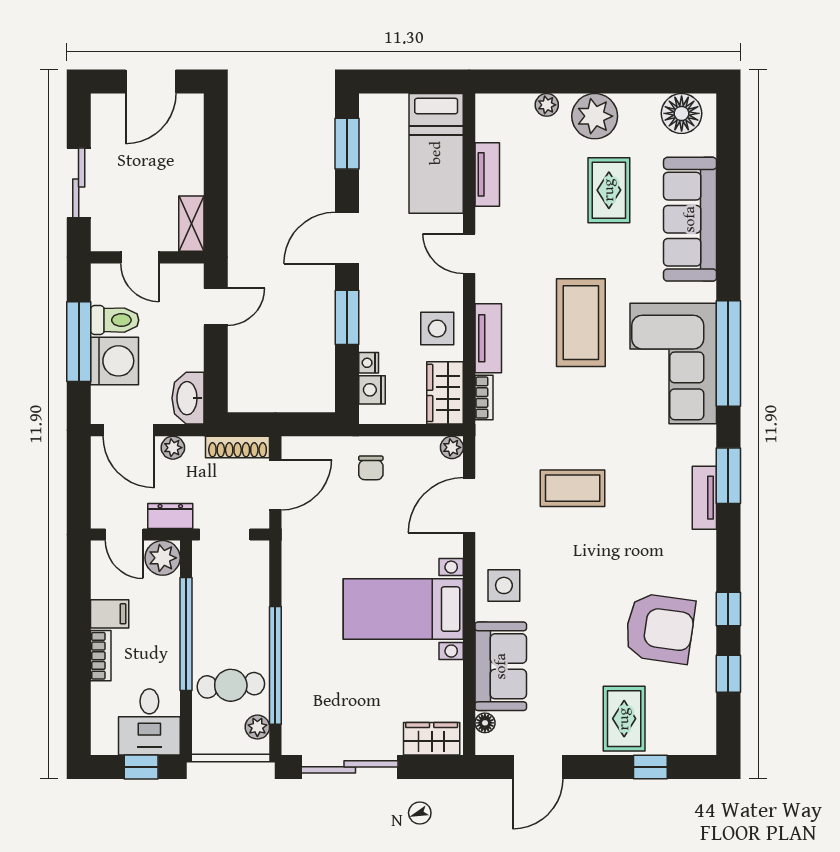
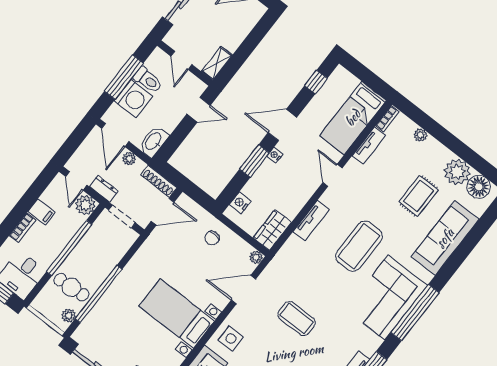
plant: (595, 116) -> (457, 172), moved
window: (347, 144) -> (316, 82), width x0.67
side table: (437, 329) -> (291, 198), removed
nightstand: (369, 363) -> (275, 155), moved
bookcase: (484, 398) -> (387, 119), moved

